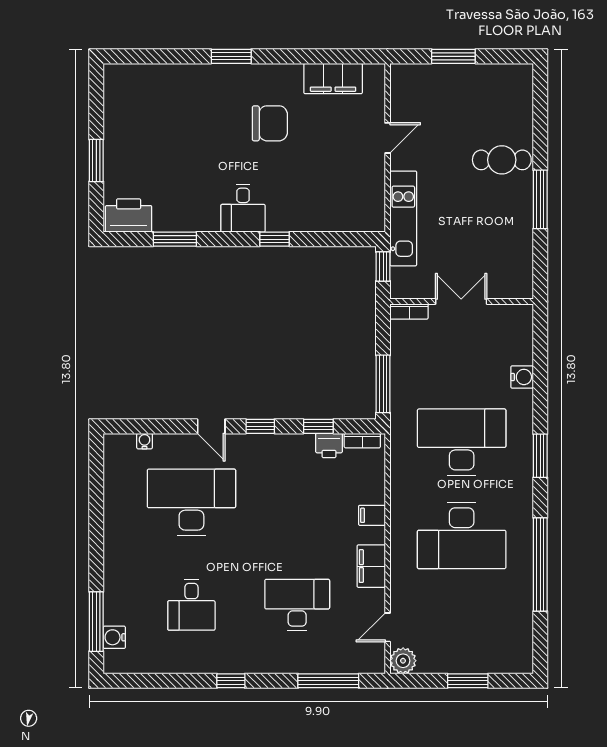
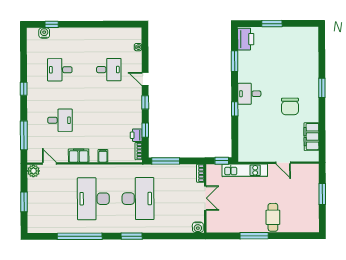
water cooler: (522, 377) -> (198, 227), moved
door: (211, 426) -> (145, 79), hinge flipped
desk: (191, 502) -> (109, 70), width x0.53, depth x0.77
desk: (297, 605) -> (60, 120), width x0.73
window: (96, 622) -> (52, 24), width x0.46

